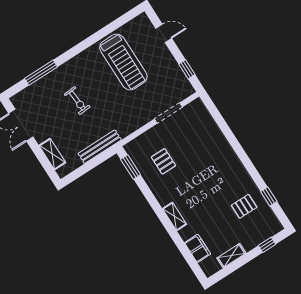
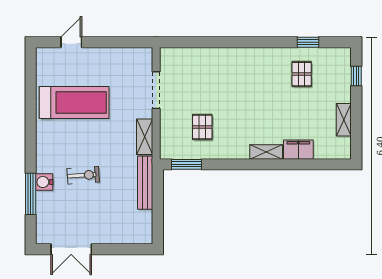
window: (187, 69) -> (124, 42), removed
water cooler: (55, 77) -> (44, 182), added
shelving: (52, 154) -> (145, 137), moved, turned 90
pallet: (163, 161) -> (202, 127), turned 90
filing cabinet: (198, 248) -> (298, 150), moved

